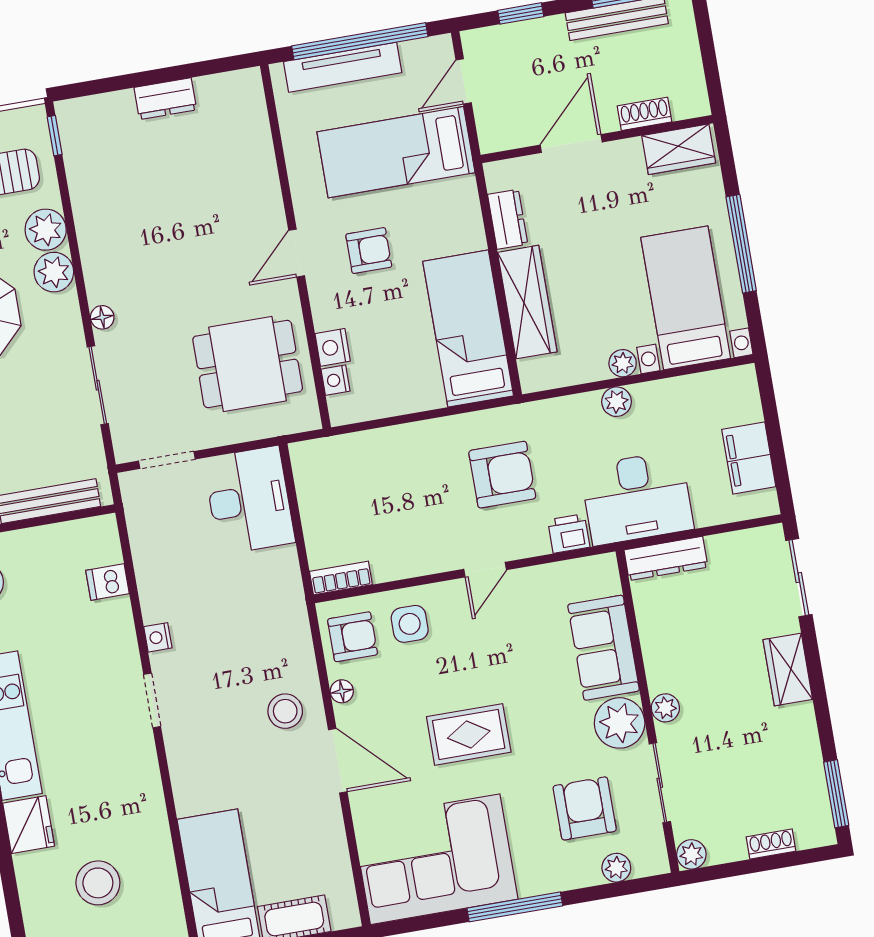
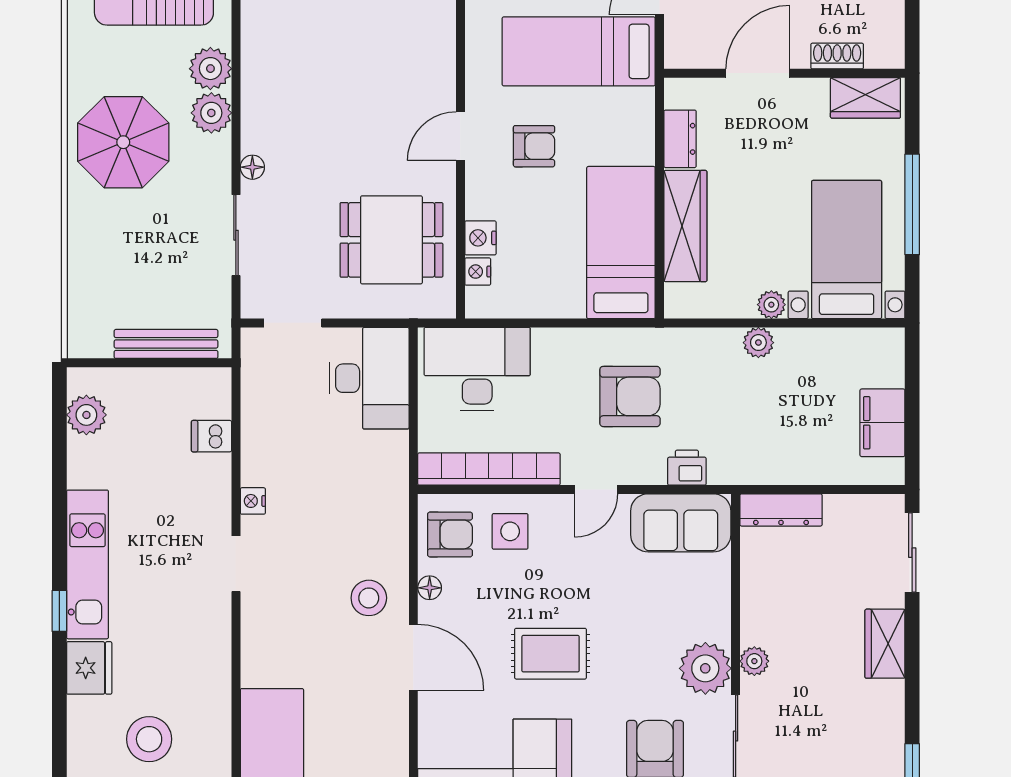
desk: (637, 498) -> (477, 369), moved, turned 180
bookcase: (341, 578) -> (489, 469), width x2.31, depth x1.31
sofa: (604, 648) -> (681, 523), moved, turned -90

